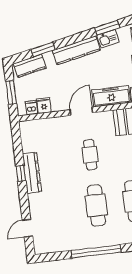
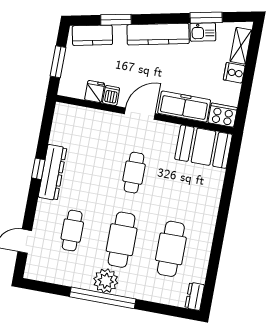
dishwasher: (31, 108) -> (111, 95), moved
cafe table: (59, 210) -> (72, 231), added
plant: (94, 238) -> (106, 281), added

